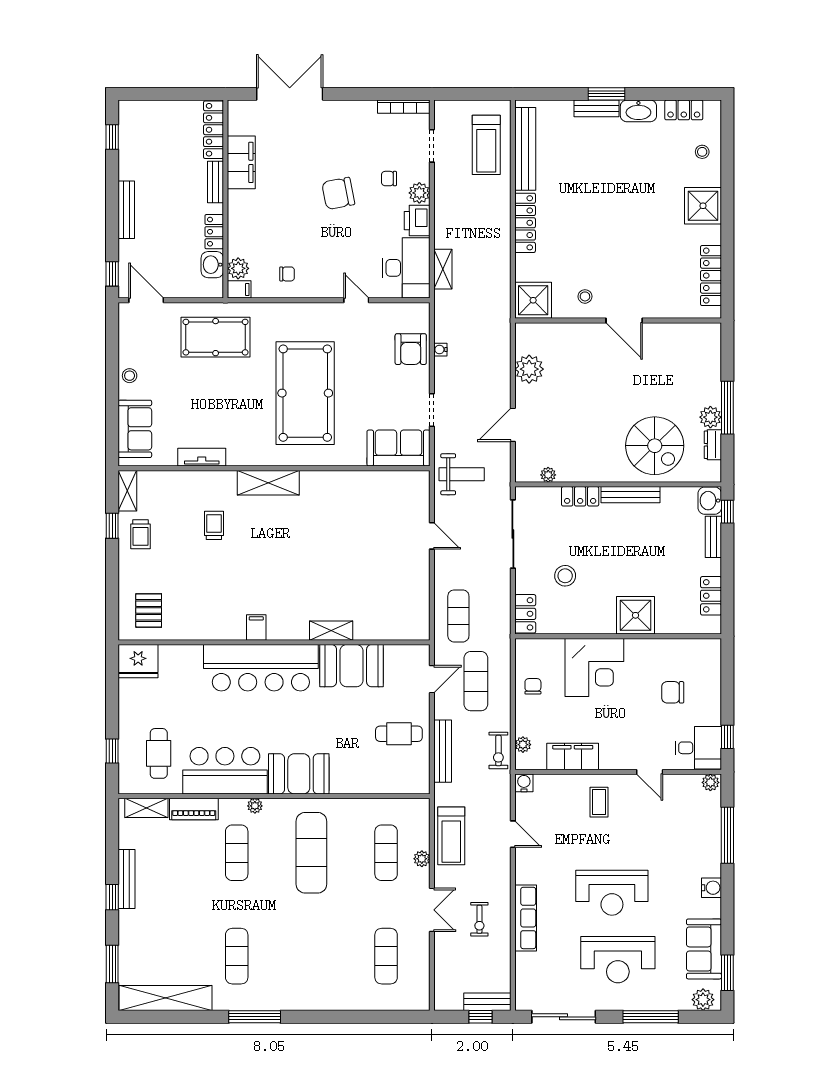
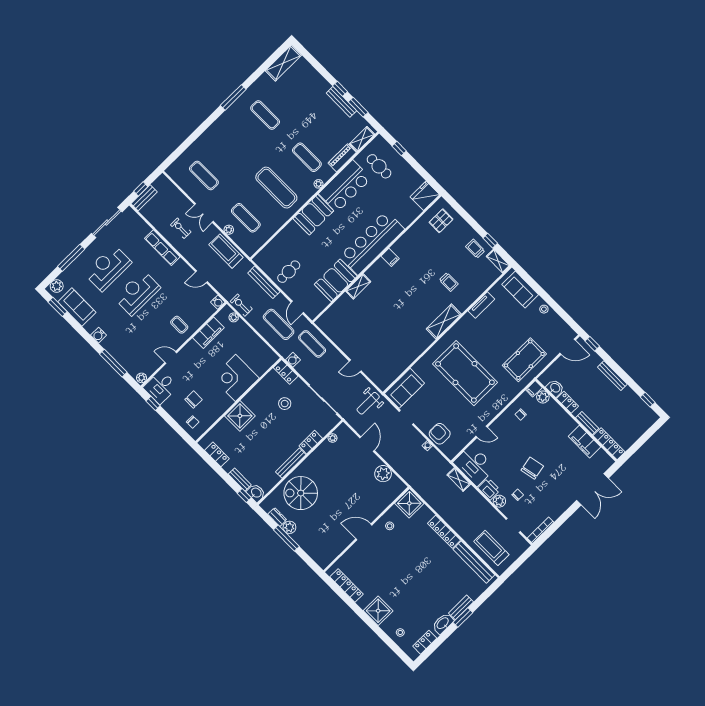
pallet: (149, 610) -> (441, 221), turned 90
water cooler: (501, 620) -> (293, 360), added
chair: (533, 686) -> (193, 422), moved
window: (112, 964) -> (358, 107), moved
shelving: (165, 998) -> (283, 63), width x0.68

